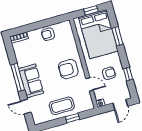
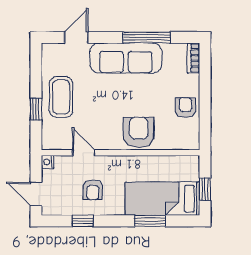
bed: (98, 34) -> (162, 199), width x0.67
armchair: (68, 69) -> (139, 132), moved
window: (18, 77) -> (147, 37), moved
sofa: (31, 81) -> (126, 58), width x1.36
door: (90, 84) -> (84, 153), swing flipped

